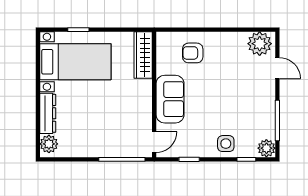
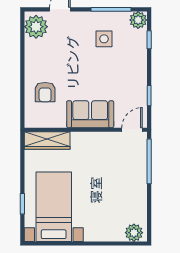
dresser: (48, 113) -> (104, 234), removed
door: (154, 142) -> (132, 130), hinge flipped
side table: (226, 144) -> (104, 39), moved

